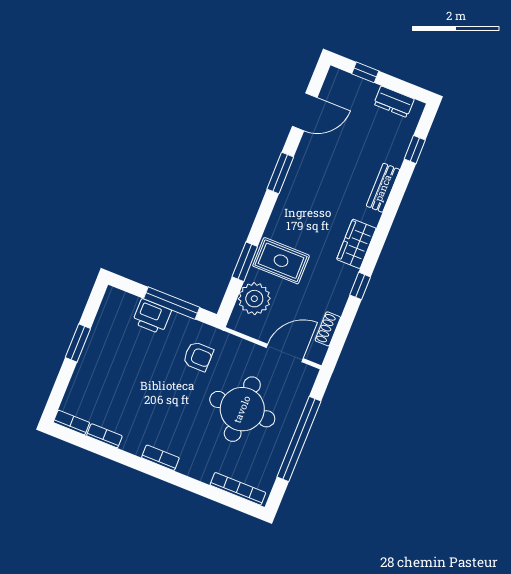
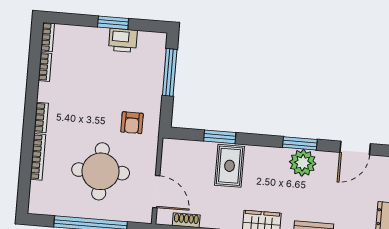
door: (305, 112) -> (355, 148), hinge flipped
plant: (254, 299) -> (303, 163), moved
window: (172, 303) -> (170, 72), moved
printer: (152, 316) -> (123, 40), moved, turned -90
bookcase: (238, 489) -> (38, 157), moved

